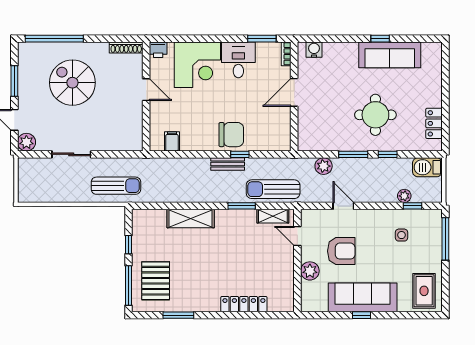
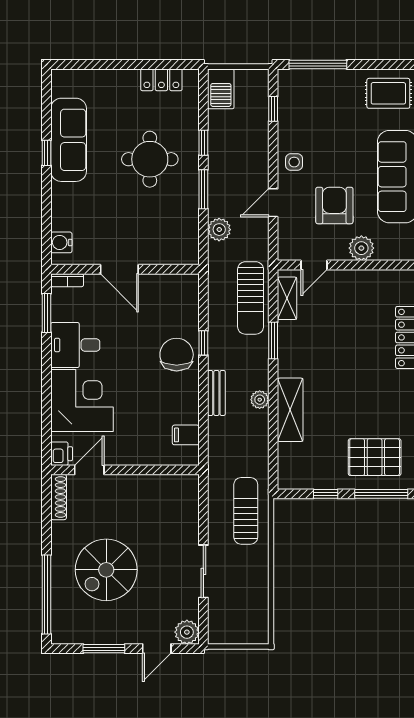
door: (146, 90) -> (89, 470), moved
bench: (228, 164) -> (216, 393), moved
plant: (404, 196) -> (260, 400), moved
side table: (402, 235) -> (294, 162), moved

